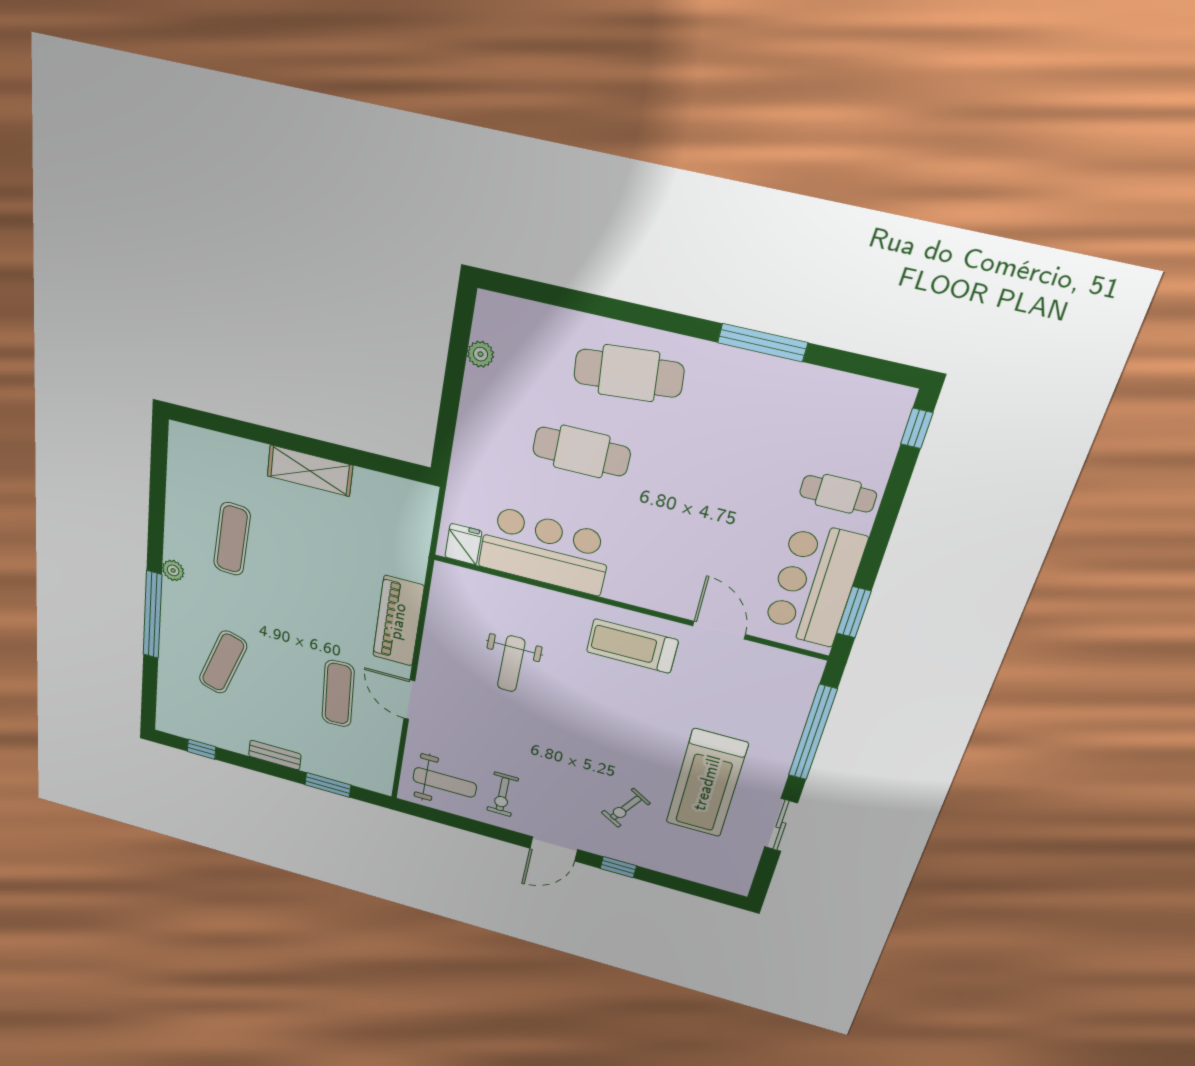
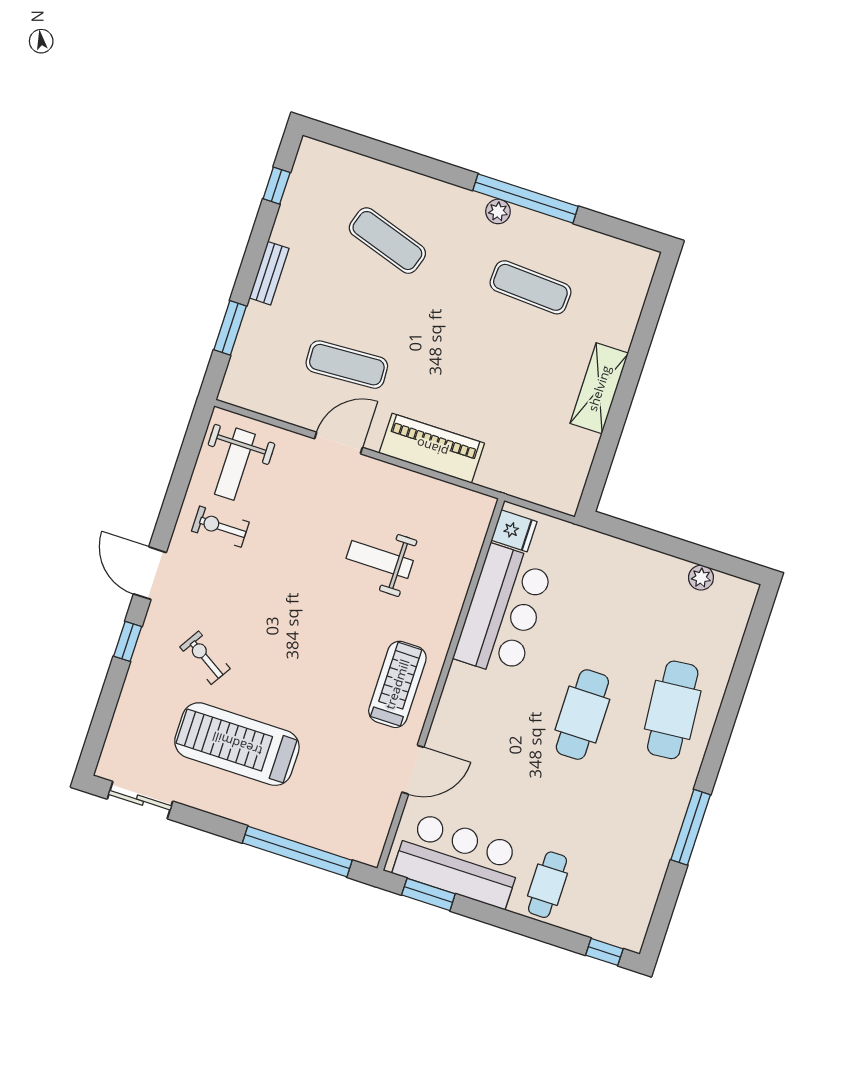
cafe table: (581, 452) -> (582, 715), moved
window: (152, 615) -> (526, 198), moved
sliding door: (781, 825) -> (140, 800), moved

